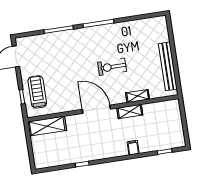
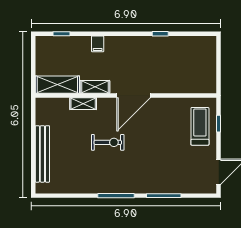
bench: (168, 66) -> (42, 154), moved
treadmill: (37, 92) -> (200, 126), turned 180
door: (96, 109) -> (134, 95), hinge flipped
shelving: (47, 126) -> (57, 85), moved

